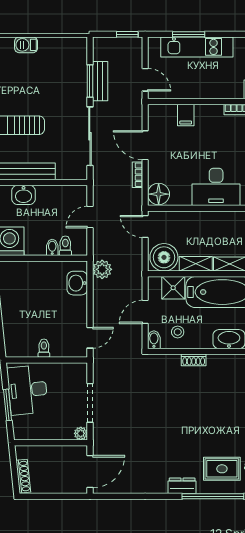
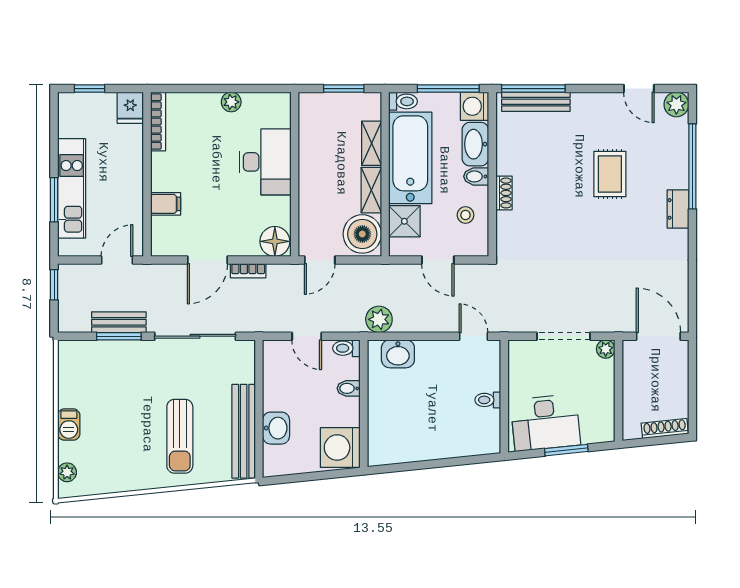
toilet: (65, 246) -> (346, 348), moved
bidet: (154, 340) -> (476, 176), moved
rug: (222, 469) -> (610, 174), moved

